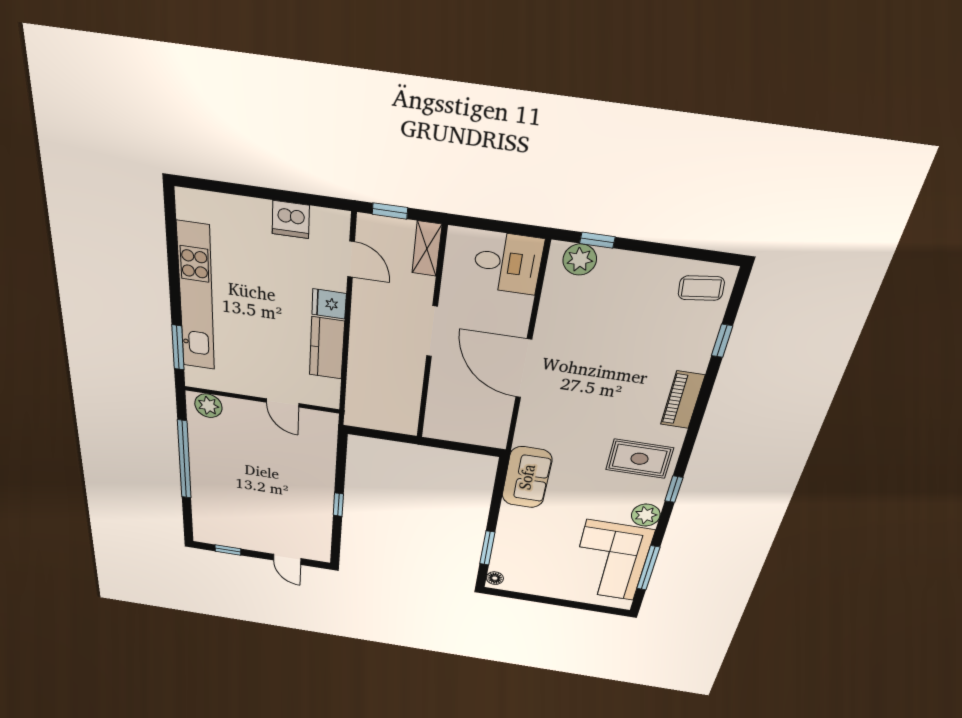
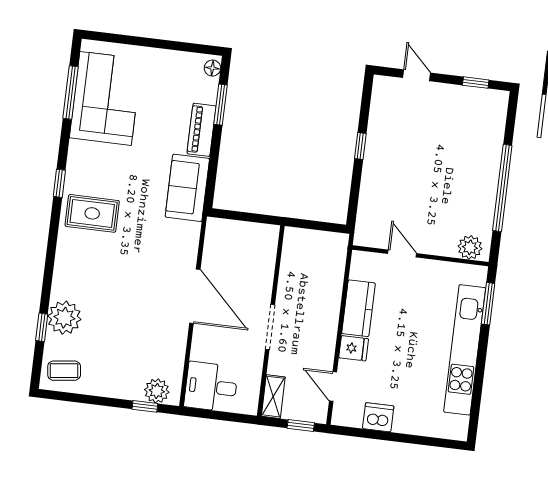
piano: (683, 400) -> (201, 130), moved, turned 180
plant: (646, 515) -> (64, 318), moved, width x1.36, depth x1.36

